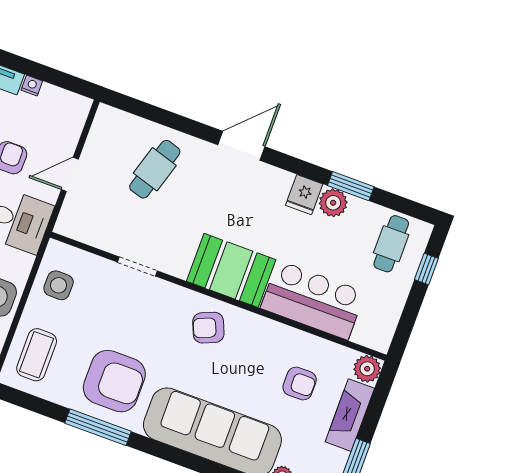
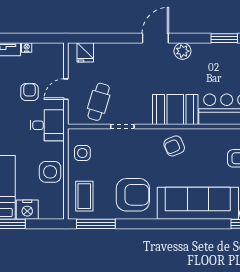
cafe table: (155, 169) -> (99, 102), moved
fridge: (304, 195) -> (85, 52), moved
plant: (333, 203) -> (182, 51), moved
window: (98, 427) -> (96, 224), moved

